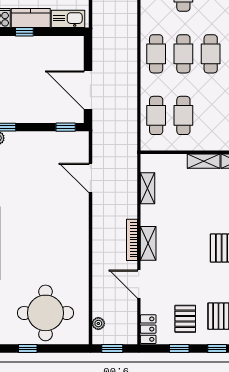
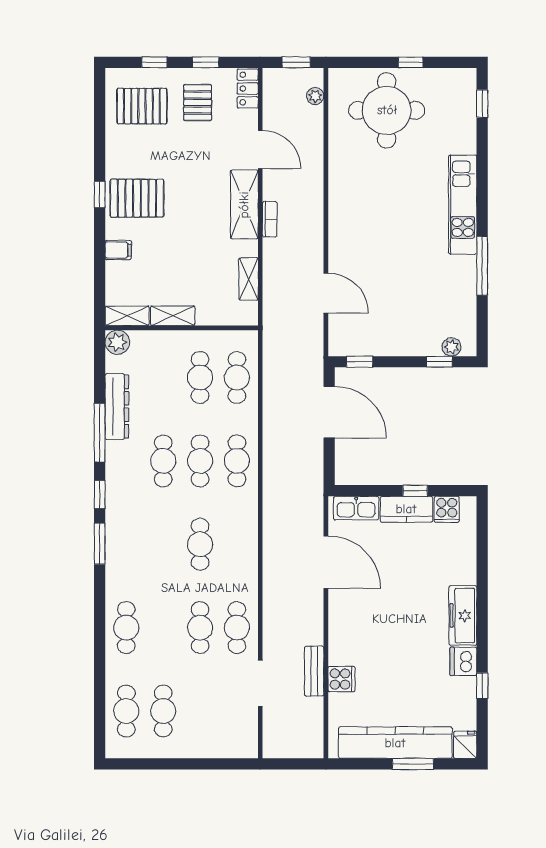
bookcase: (132, 240) -> (270, 219), width x0.64
shelving: (148, 243) -> (244, 205), width x1.50, depth x1.33

